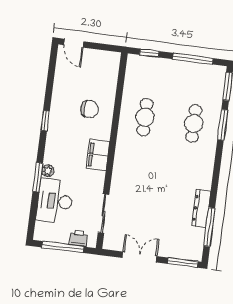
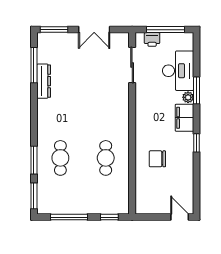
filing cabinet: (98, 155) -> (184, 118), moved, turned 180

